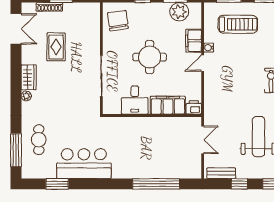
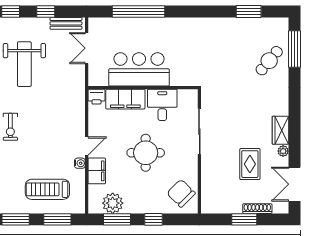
chair: (118, 21) -> (181, 193), turned 143
plant: (26, 96) -> (283, 151), moved
cafe table: (39, 140) -> (269, 61), turned 40
double door: (203, 140) -> (87, 48), moved
bar counter: (84, 164) -> (139, 69), moved, turned 180

